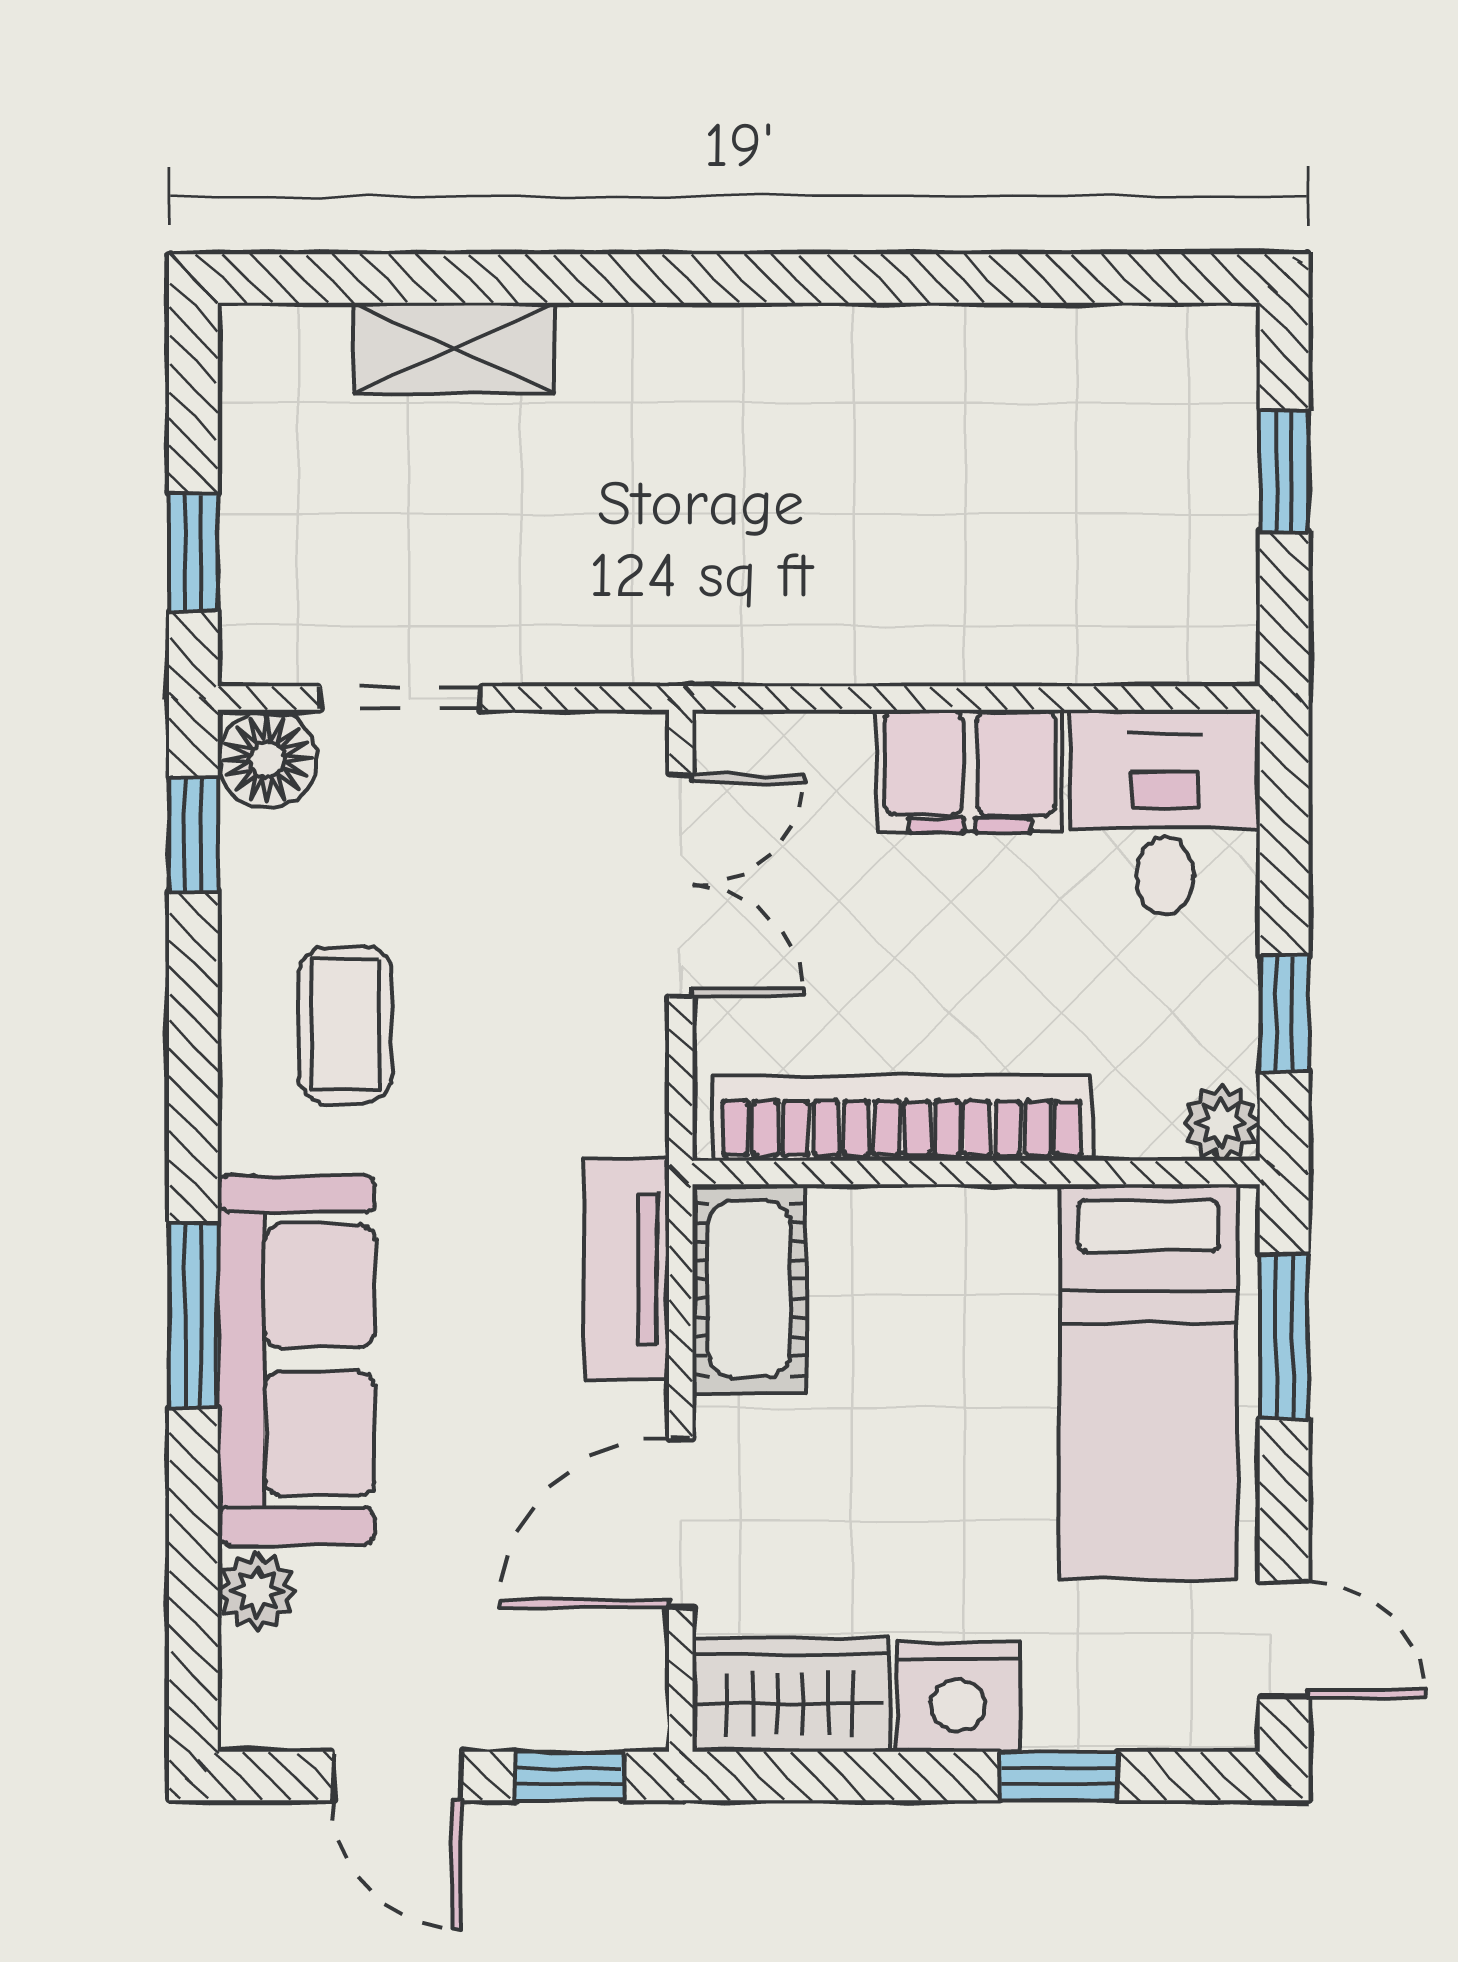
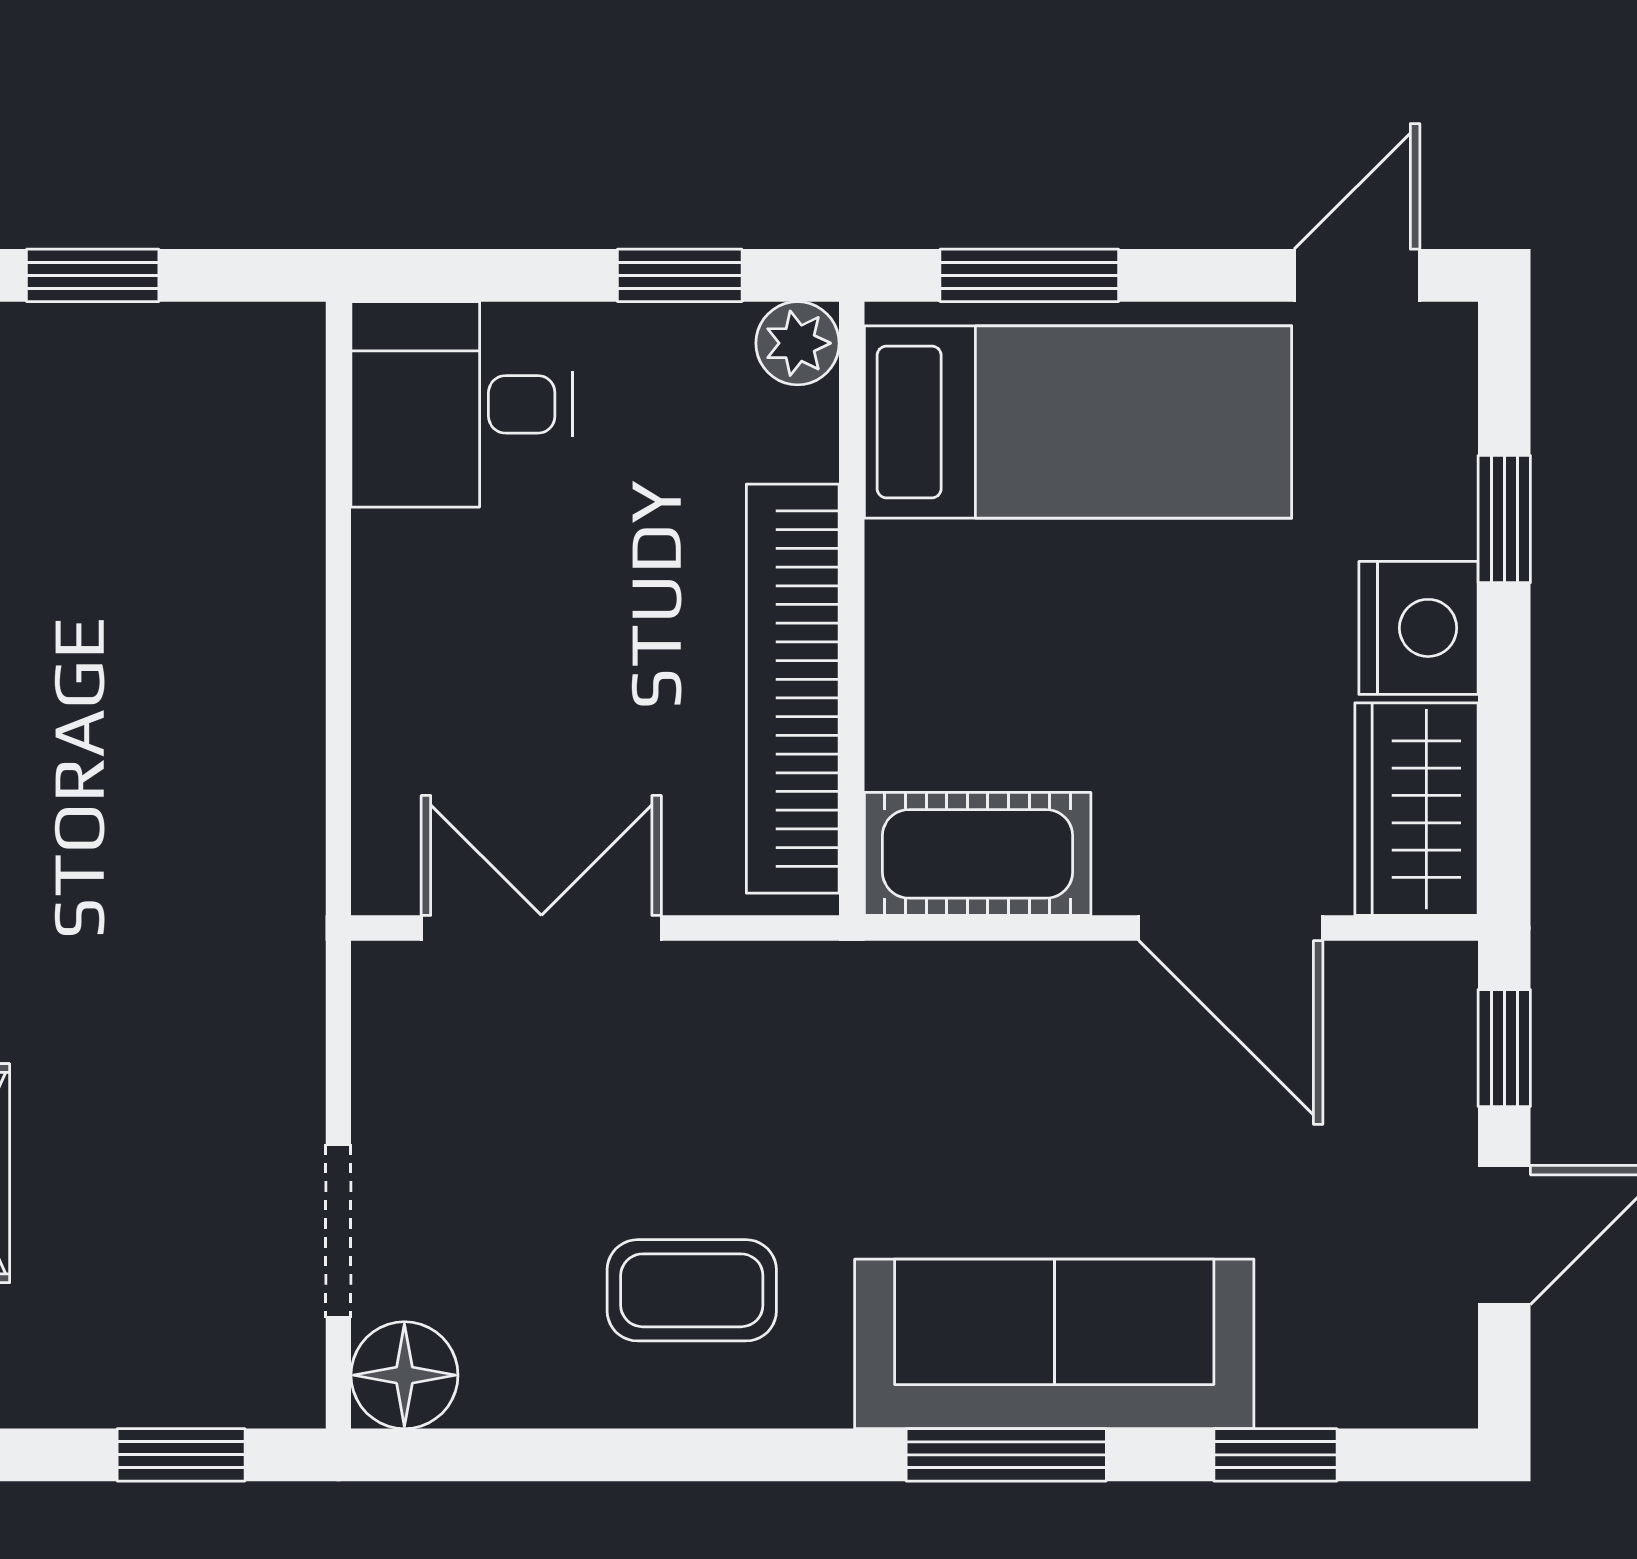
filing cabinet: (970, 771) -> (418, 615), removed
window: (193, 835) -> (1275, 1455), moved
tv unit: (627, 1269) -> (956, 986), removed
plant: (257, 1591) -> (1305, 1386), removed

